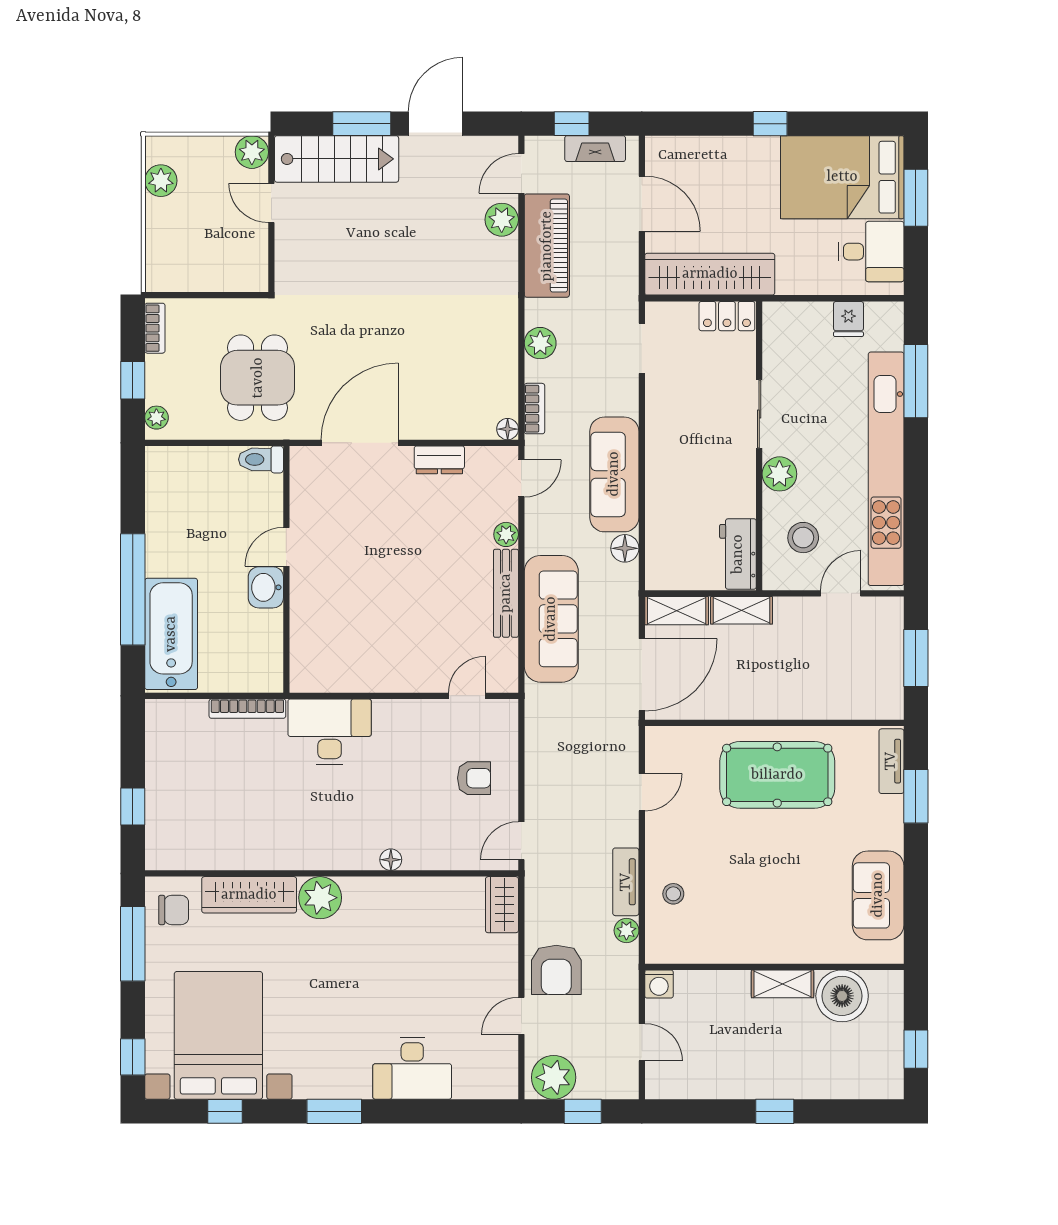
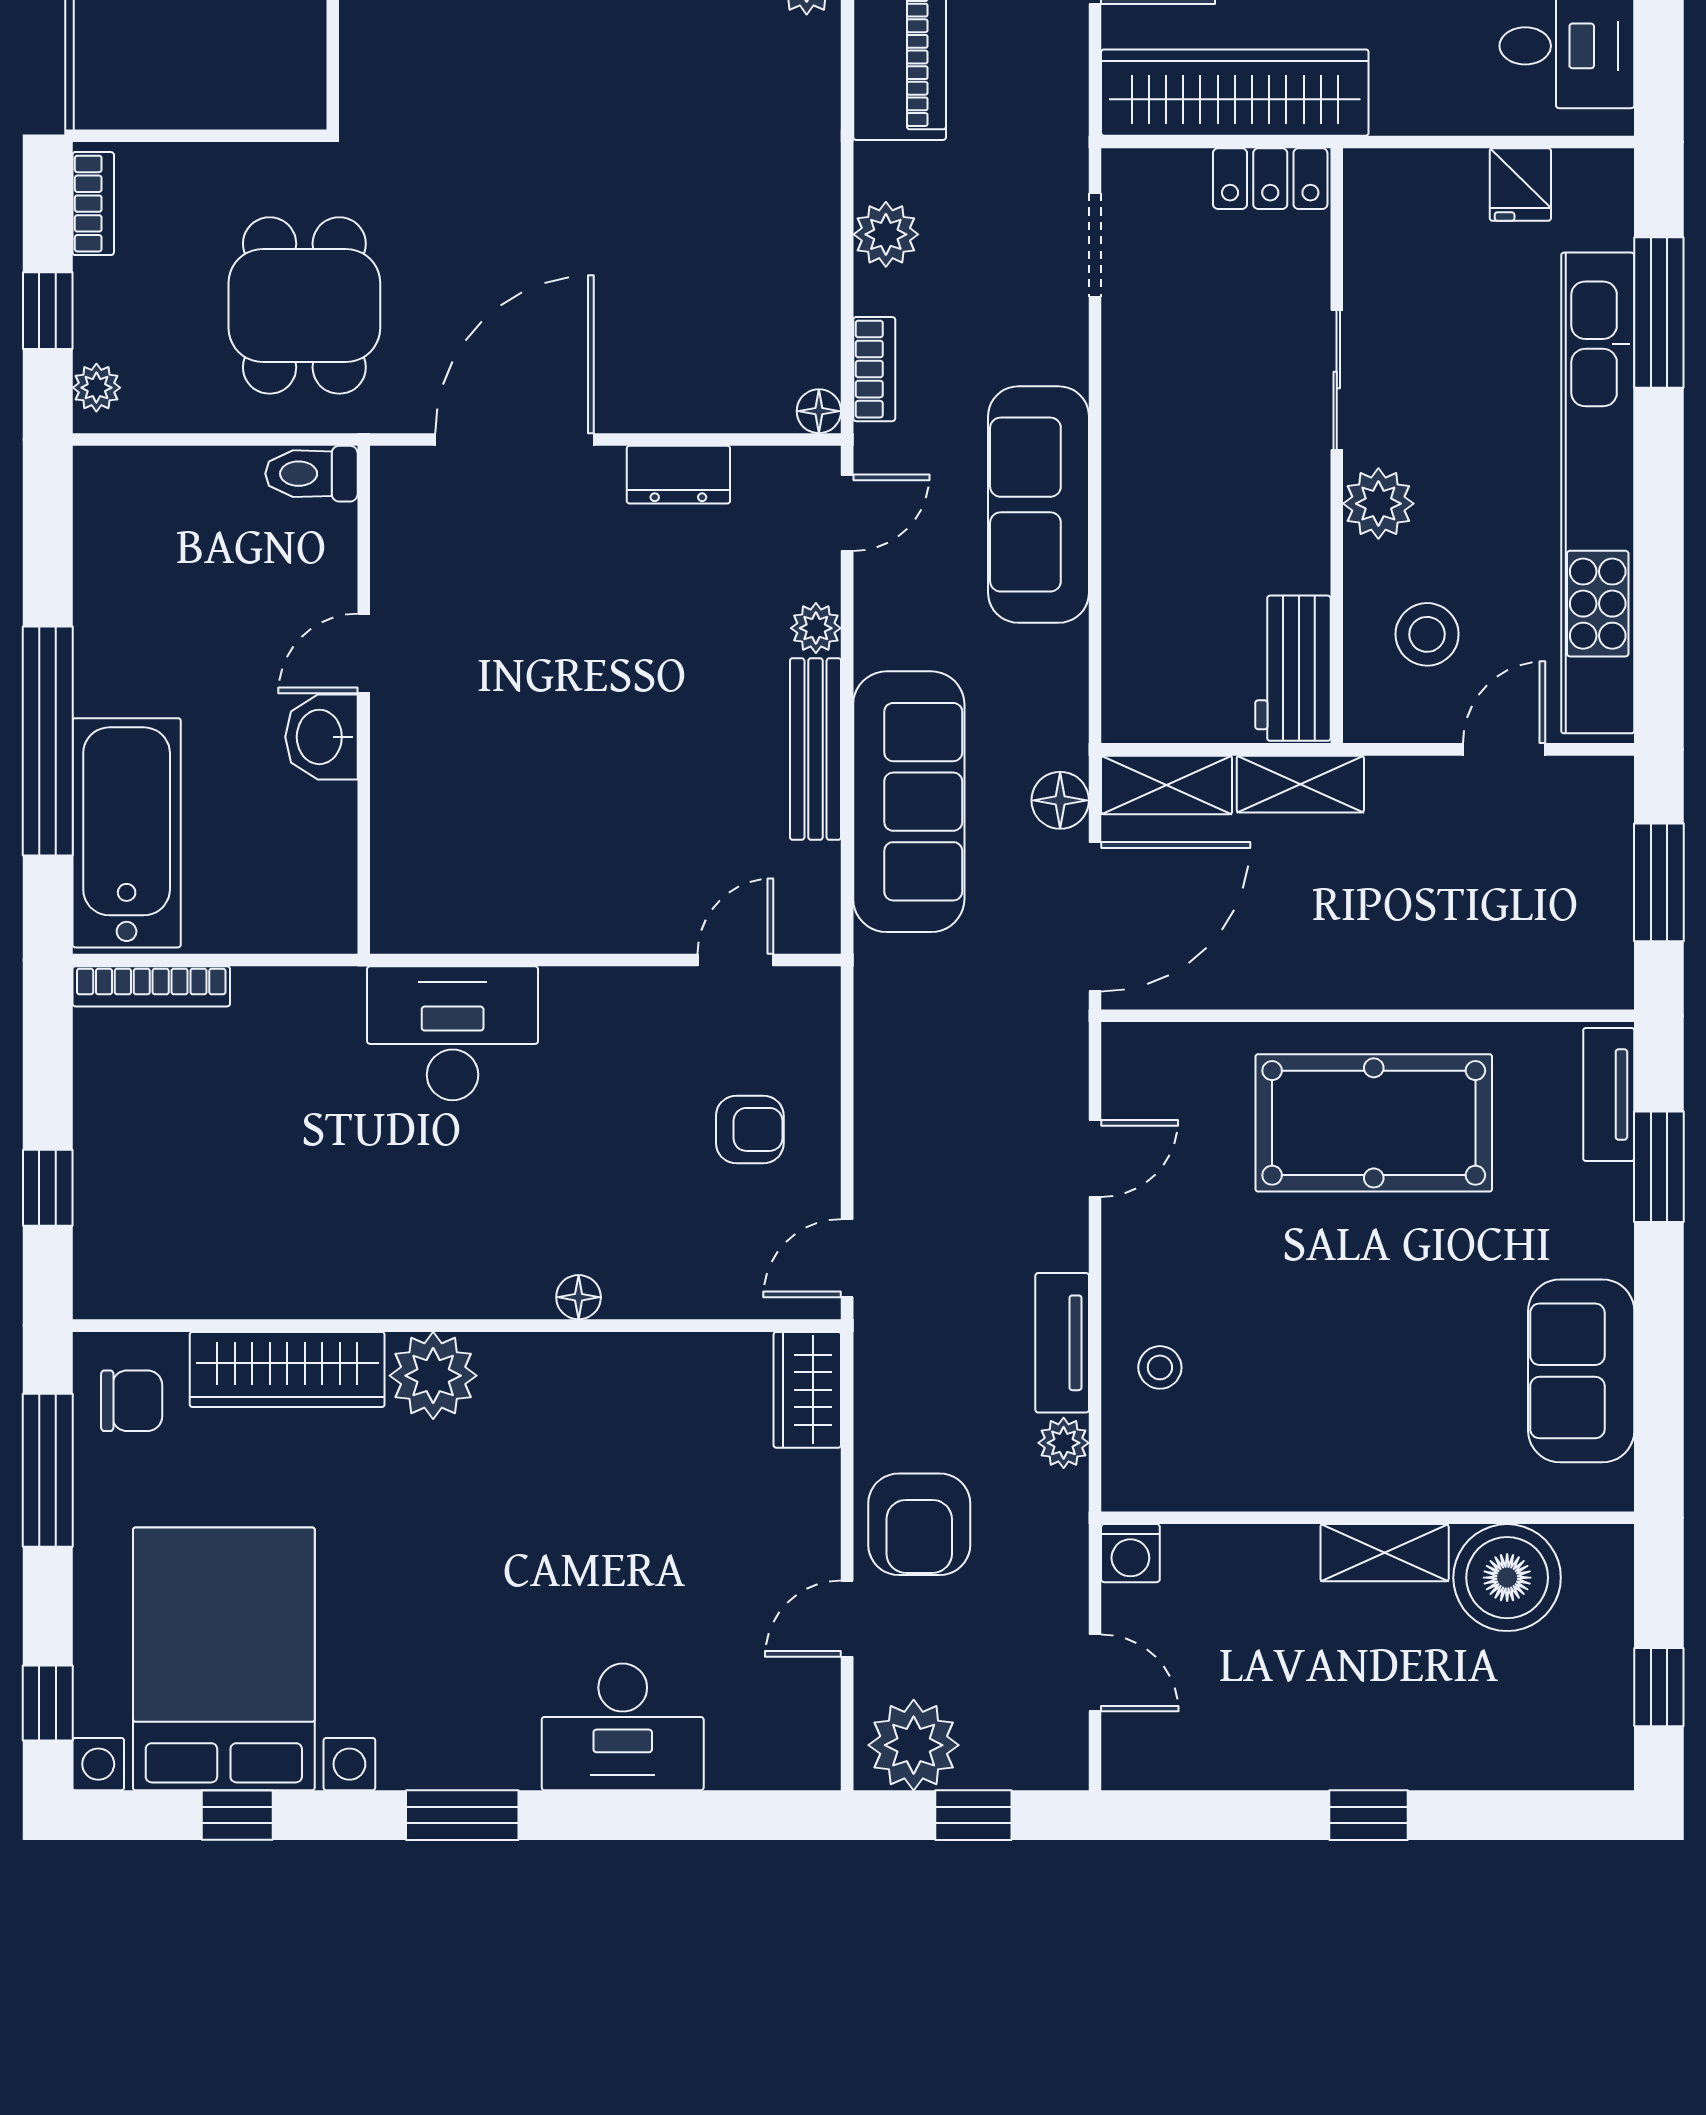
floor lamp: (625, 548) -> (1060, 800), moved
bookcase: (247, 709) -> (151, 986), moved

